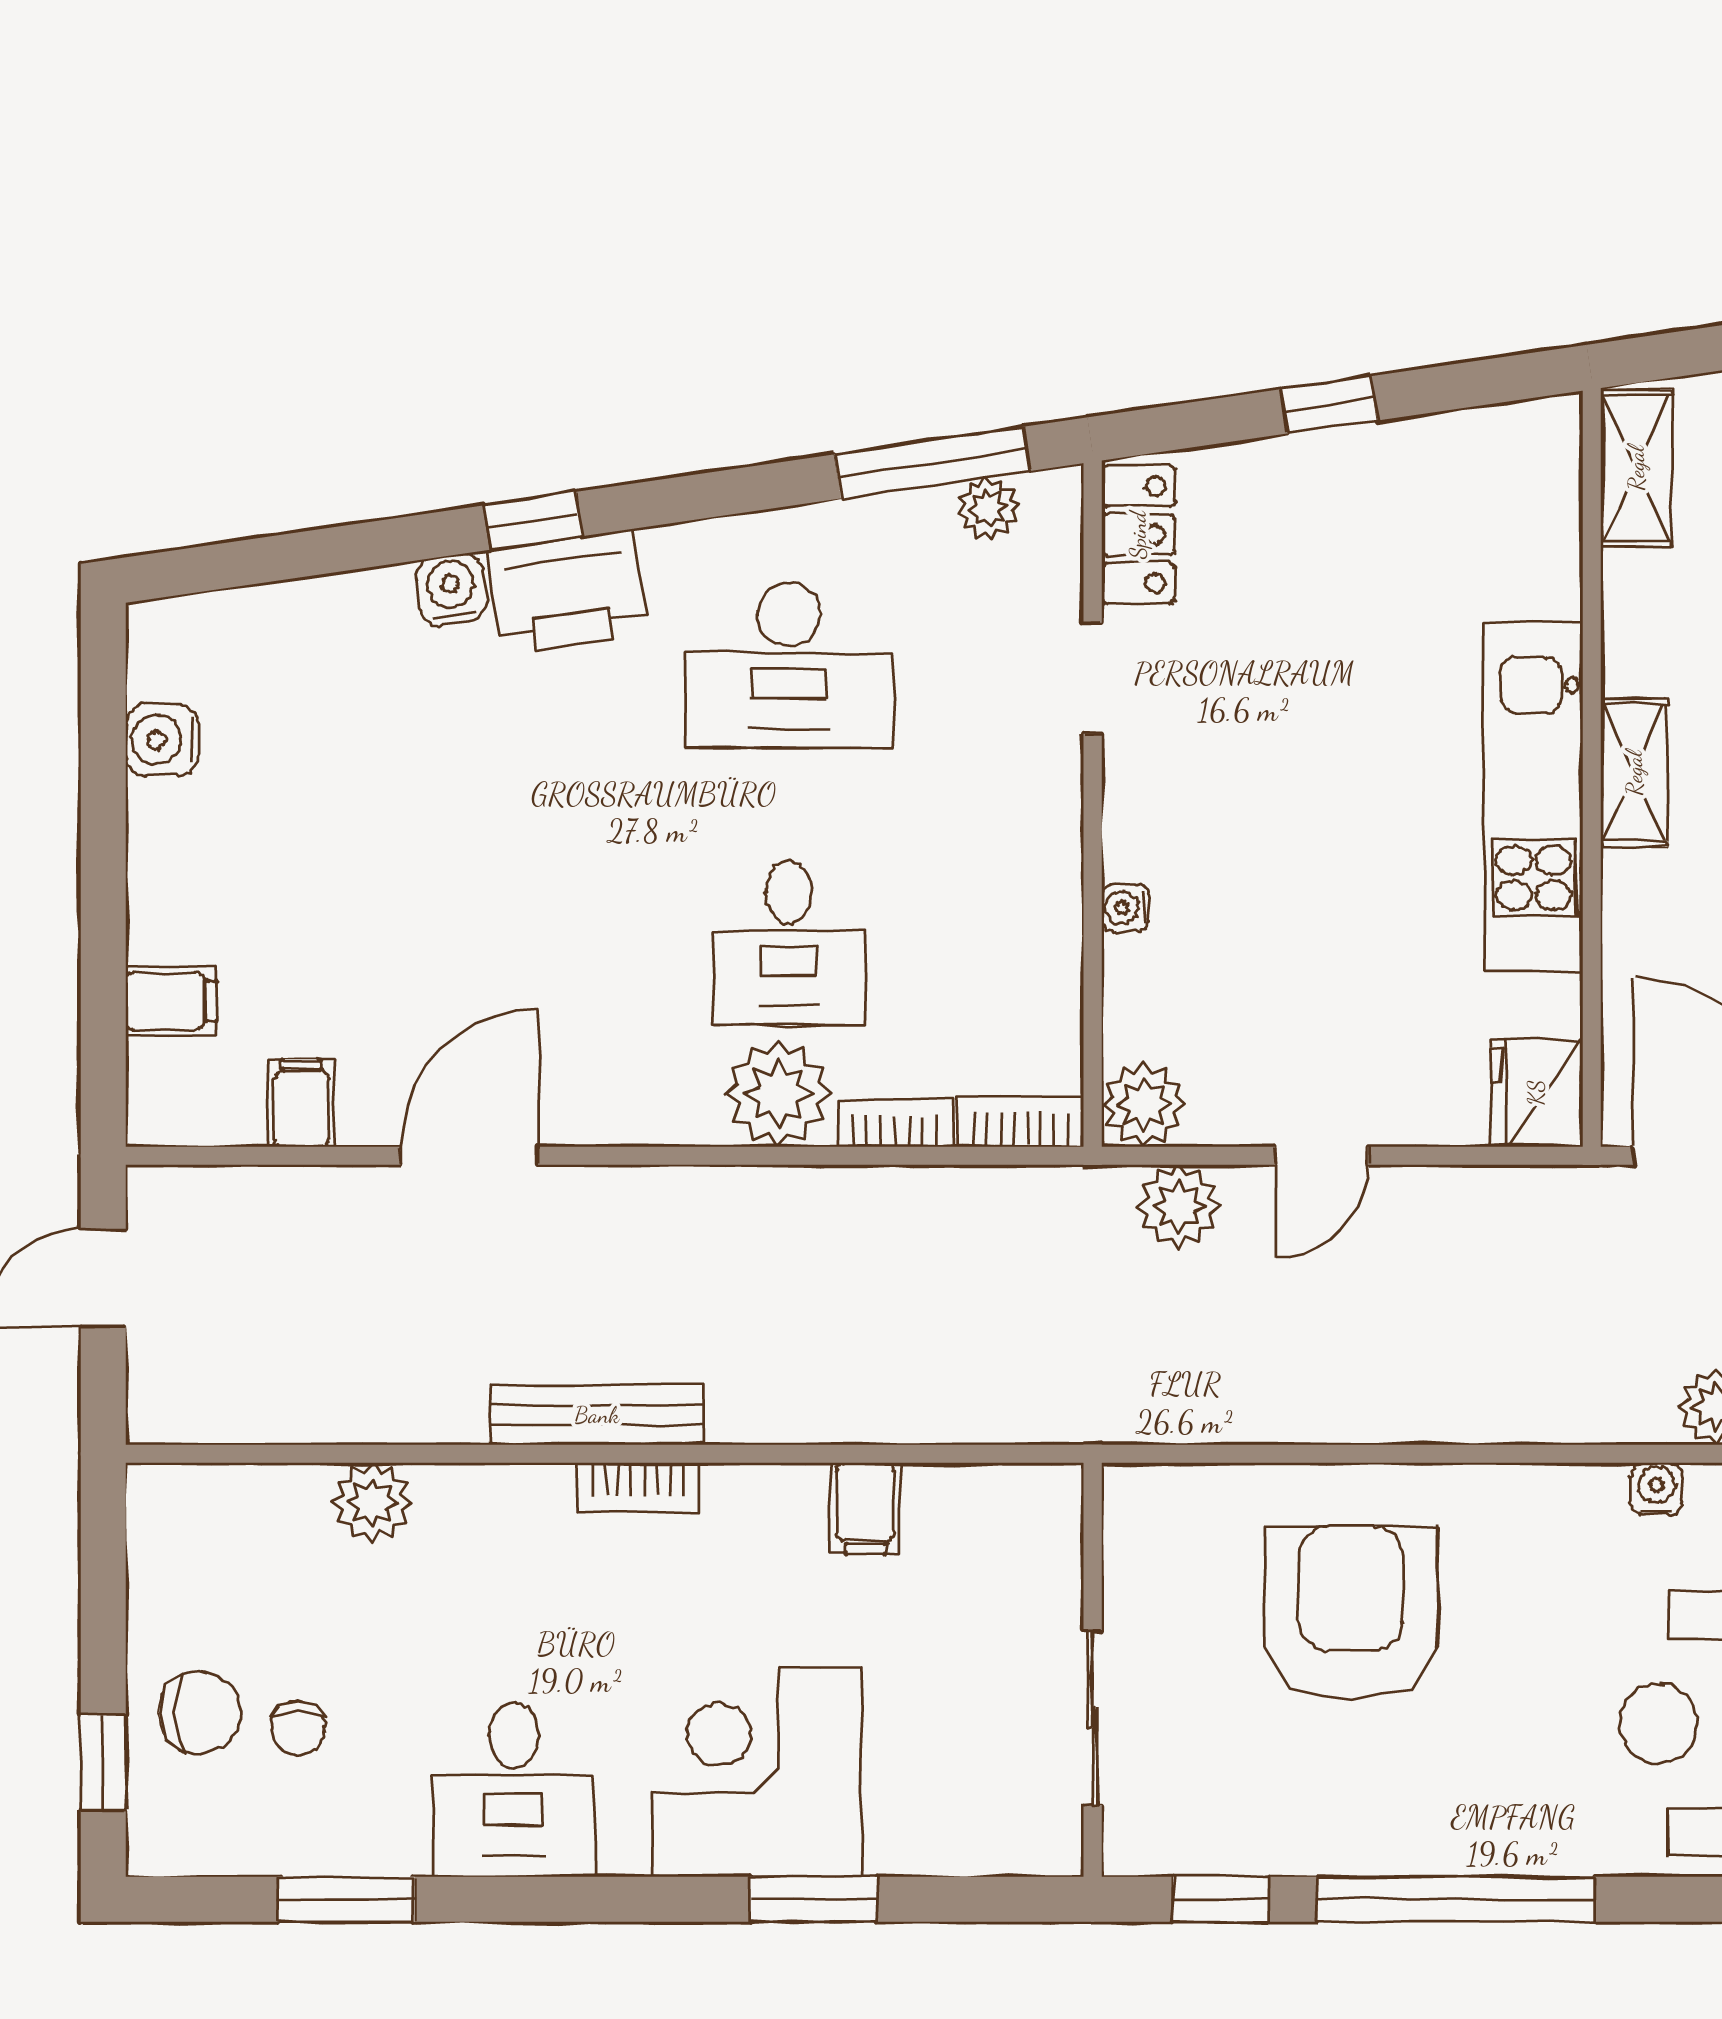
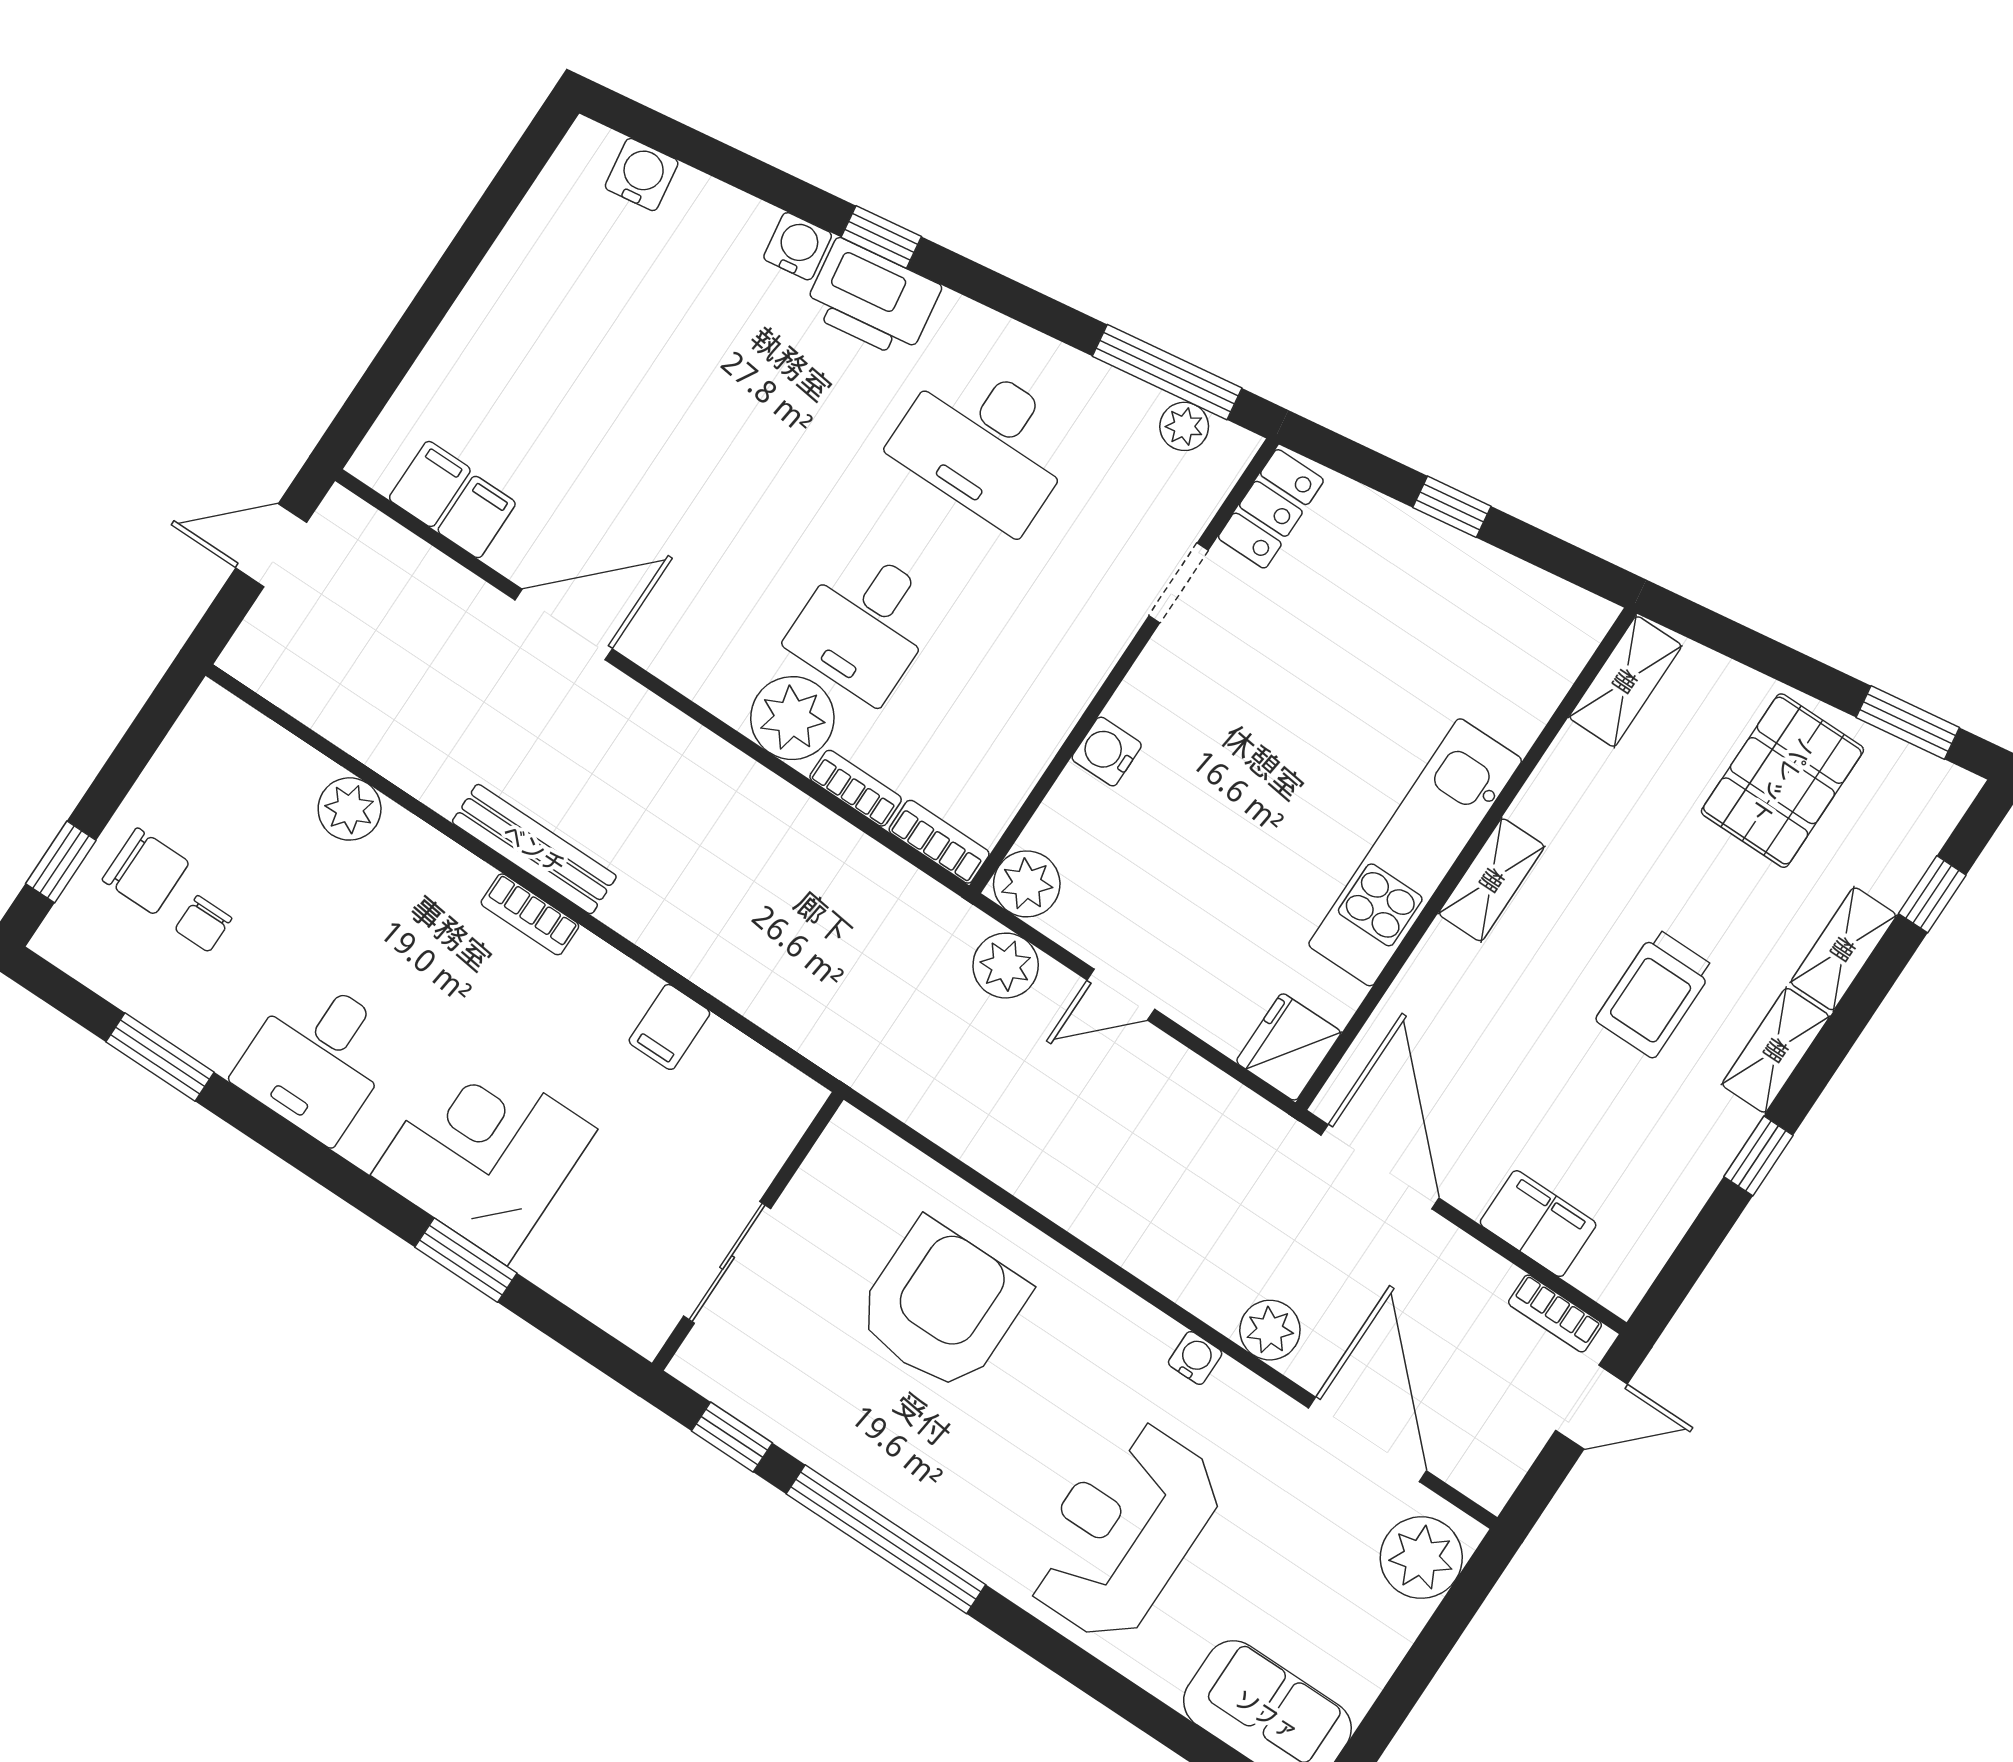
water cooler: (162, 740) -> (642, 175), moved, turned 82
water cooler: (1126, 908) -> (1107, 752), width x1.38, depth x1.38
filing cabinet: (171, 1001) -> (430, 484), moved, turned -90

